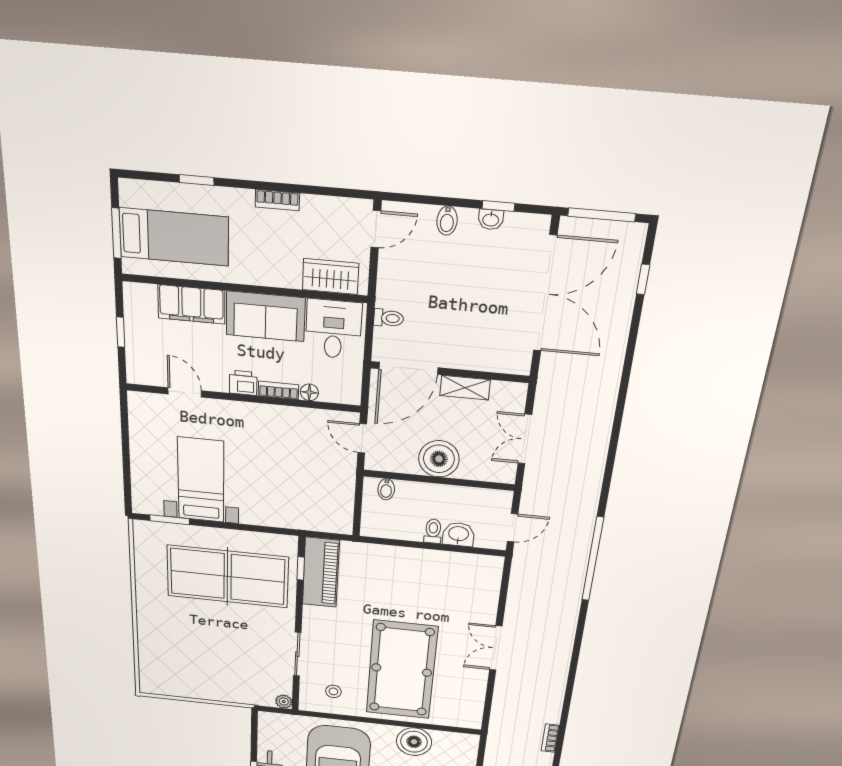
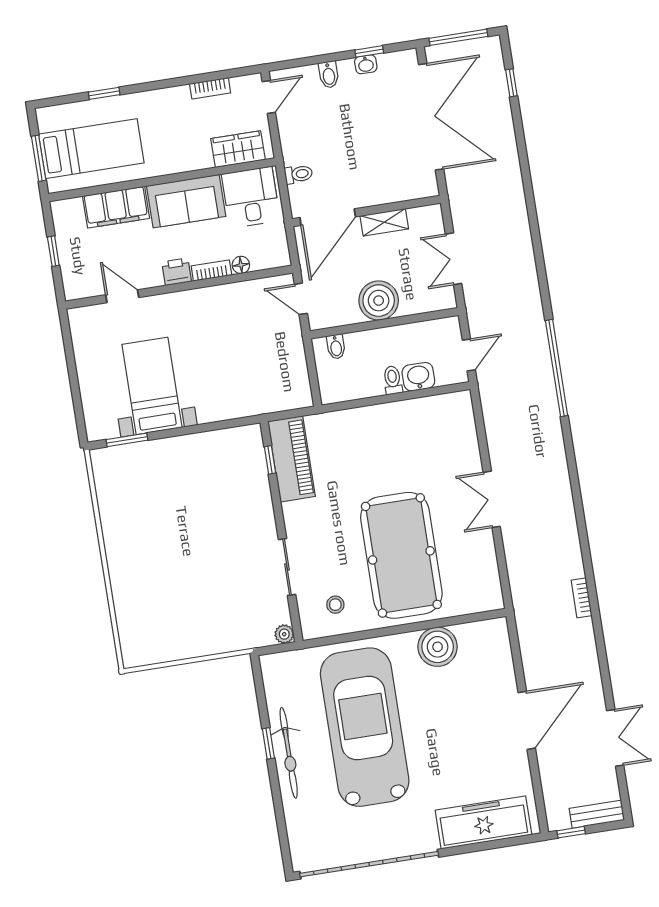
bookcase: (277, 200) -> (210, 88), moved
table tennis table: (228, 577) -> (197, 491), removed

